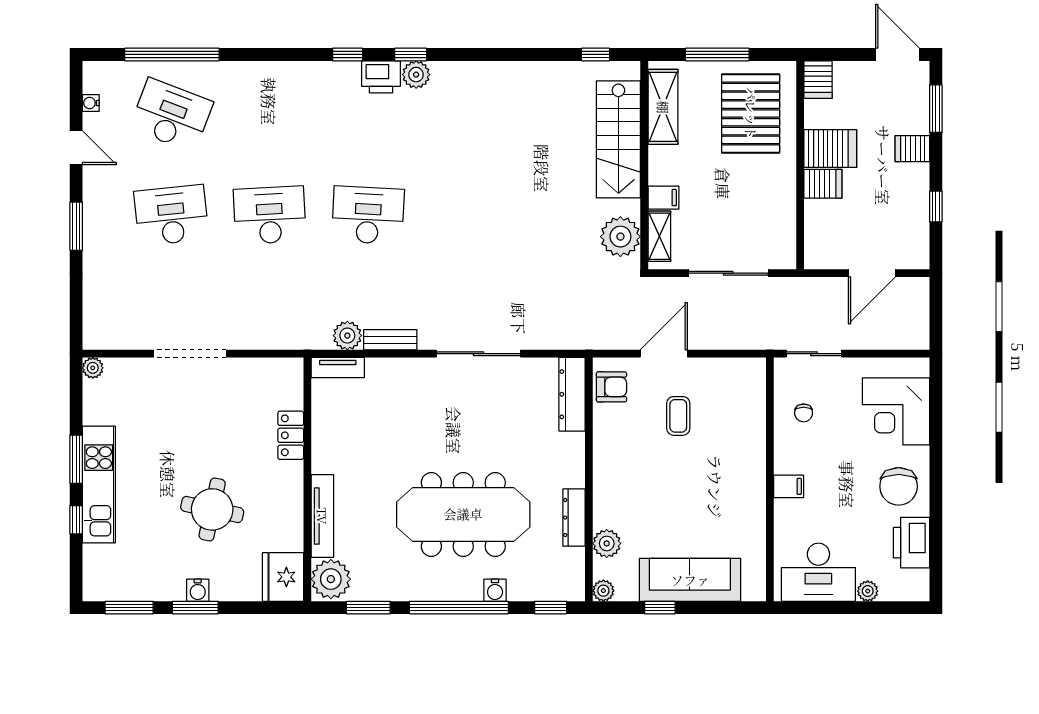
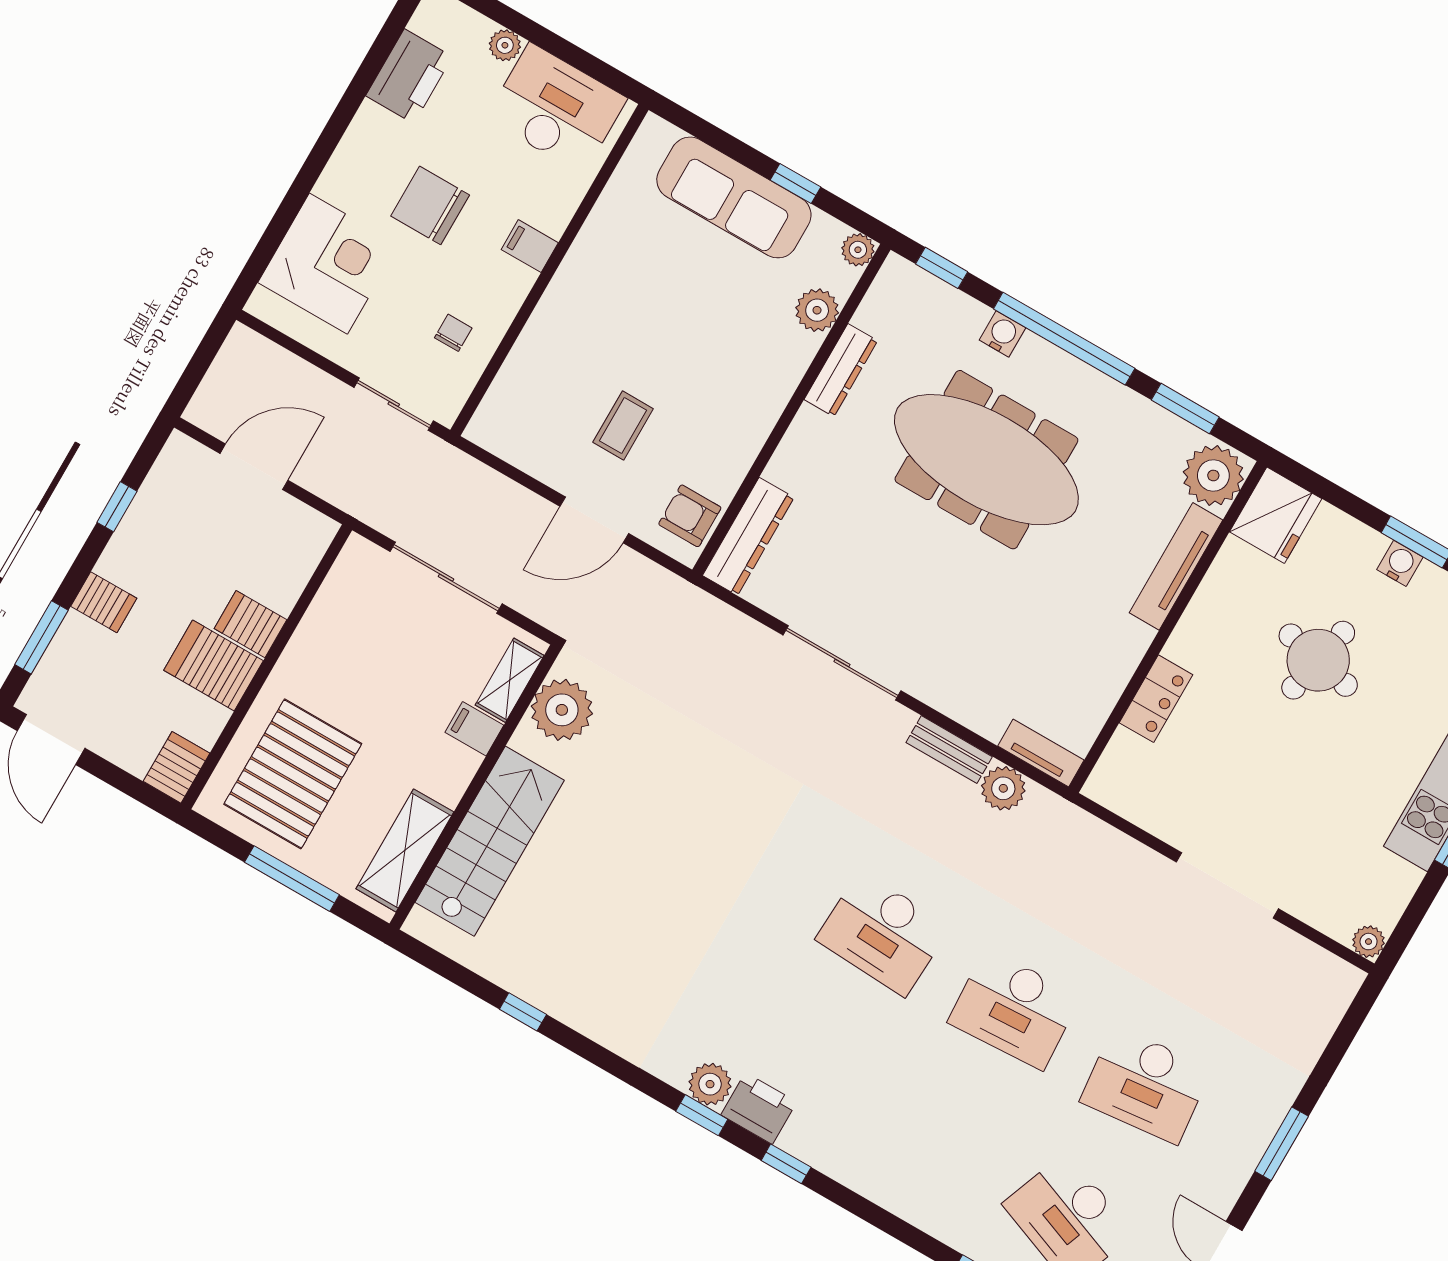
window: (596, 54) -> (523, 1012), moved
chair: (899, 486) -> (430, 205), moved, turned -90

